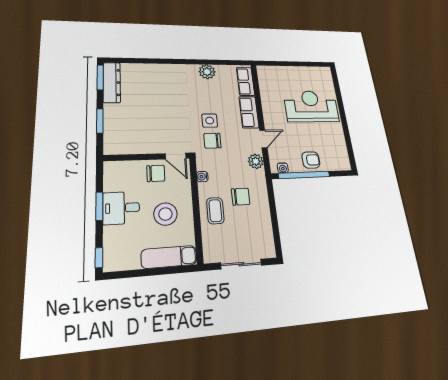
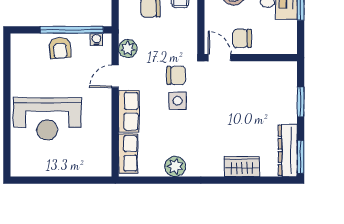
wardrobe: (152, 71) -> (242, 167), added
armchair: (311, 160) -> (60, 48), turned -95
water cooler: (202, 177) -> (191, 33), removed

